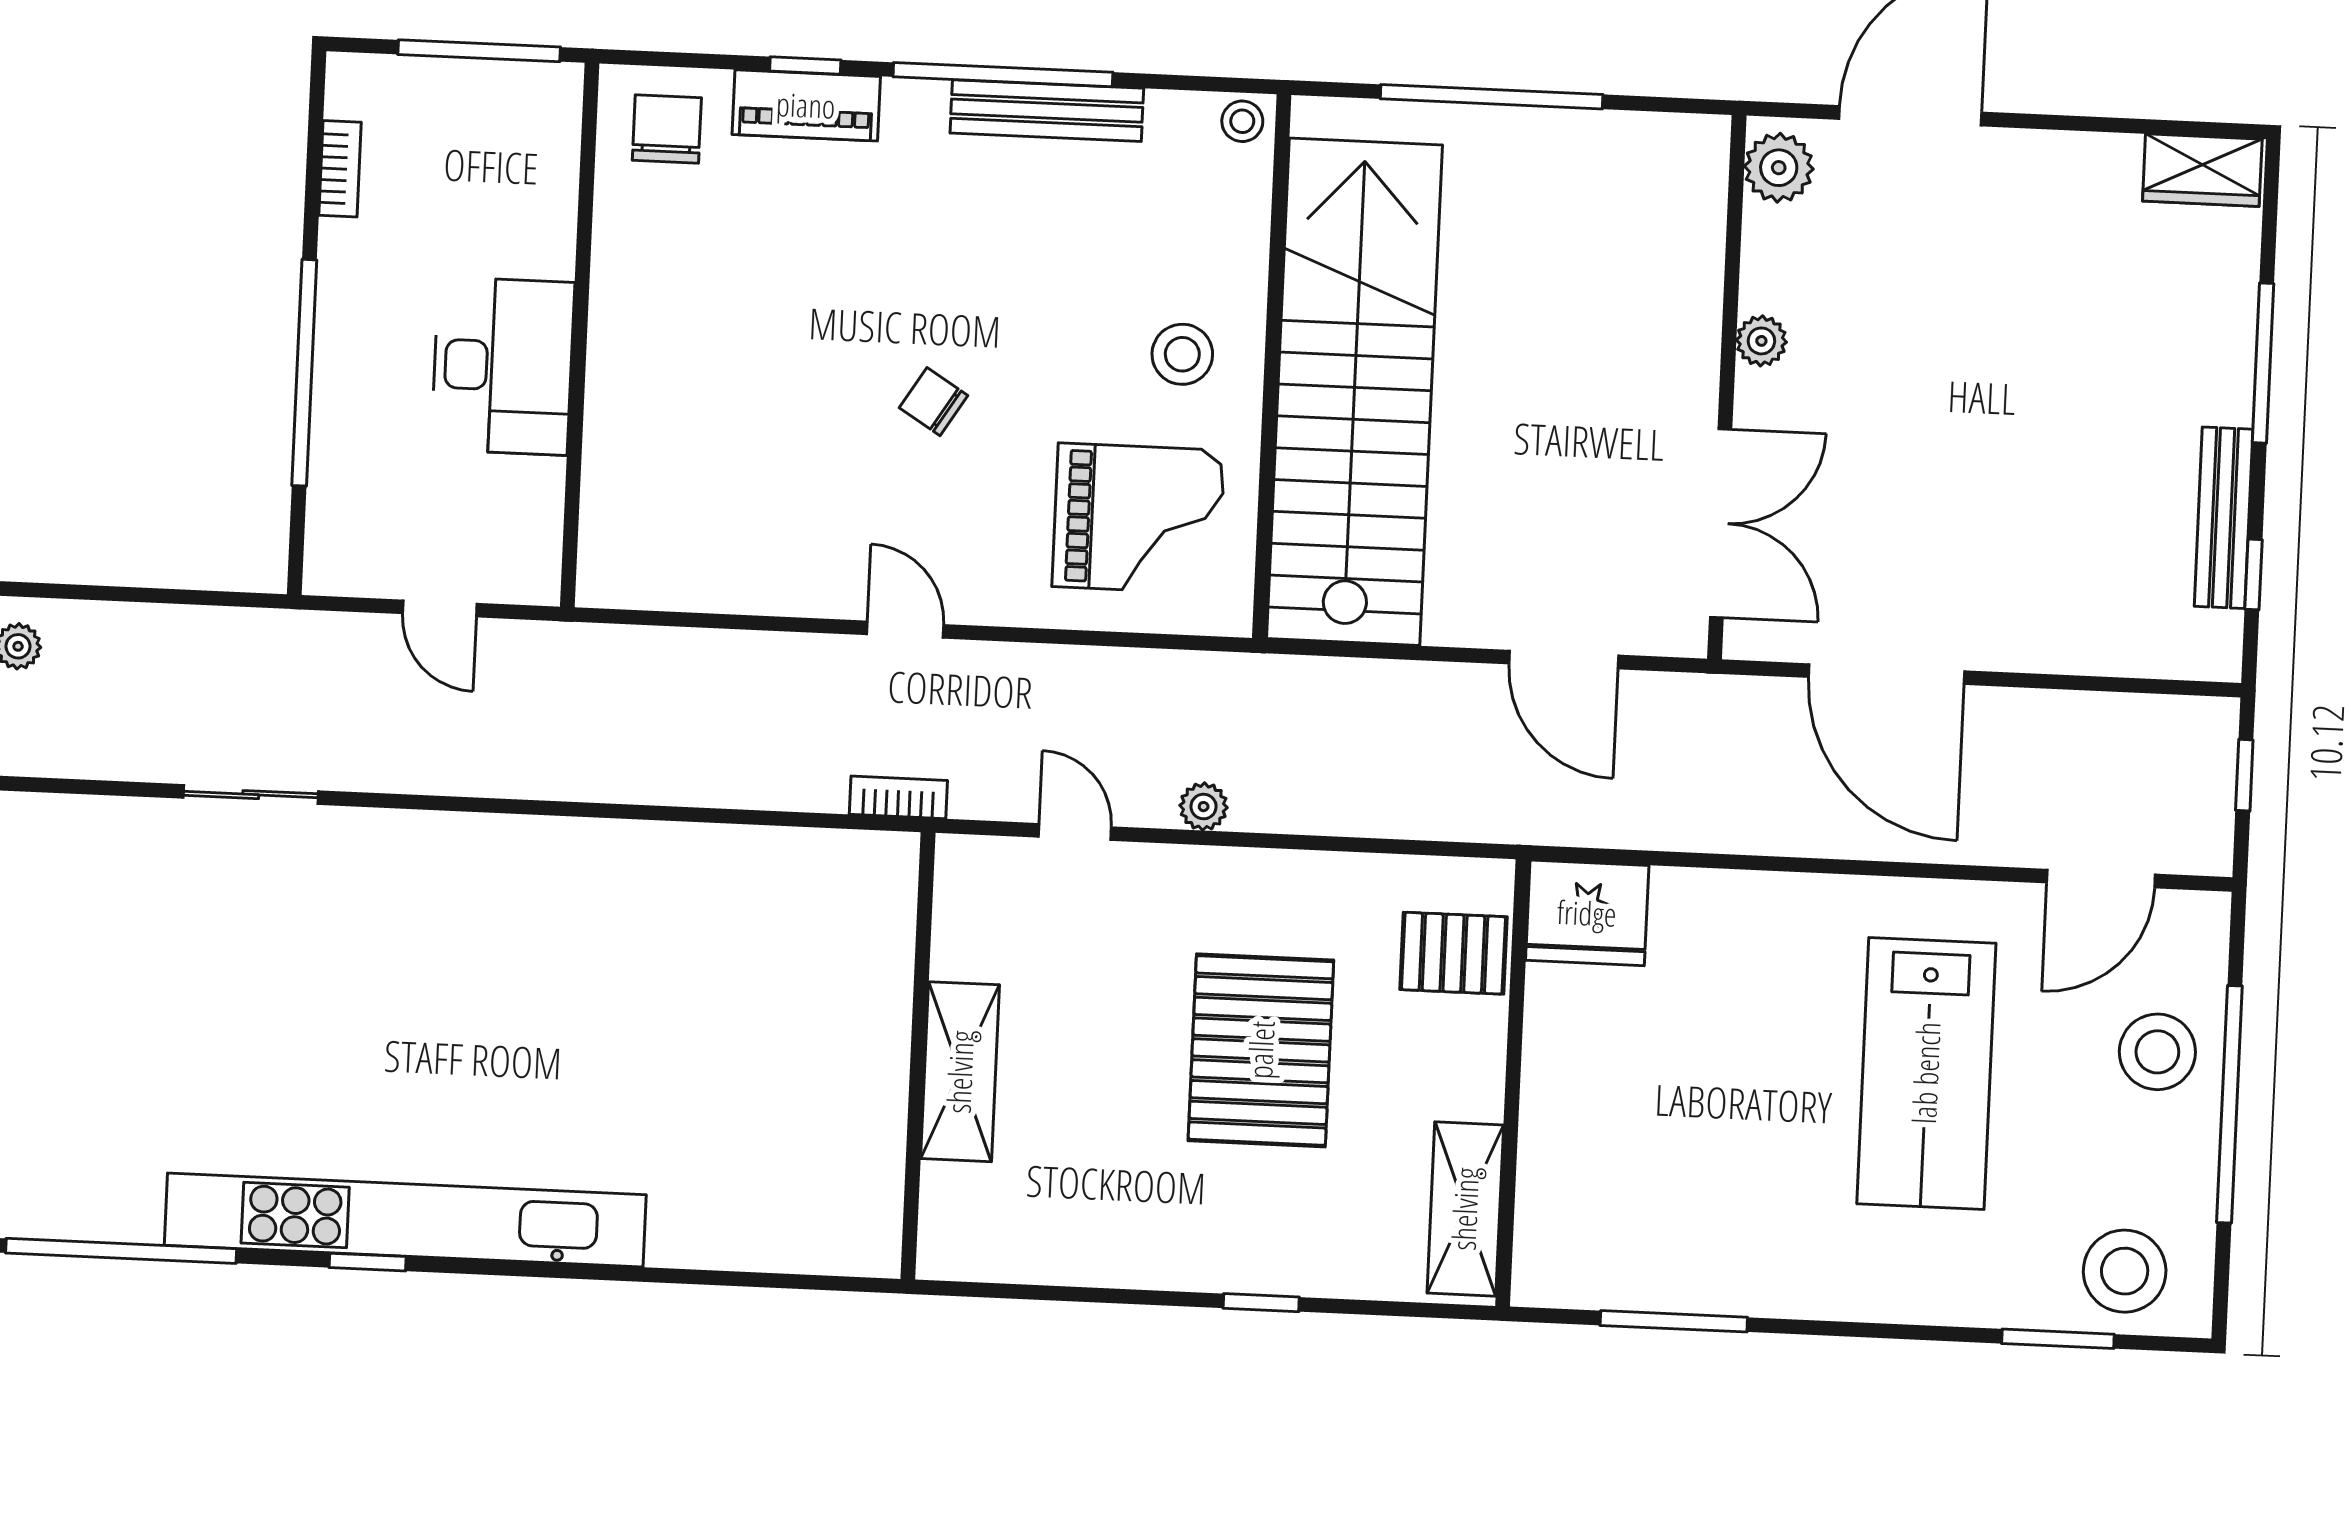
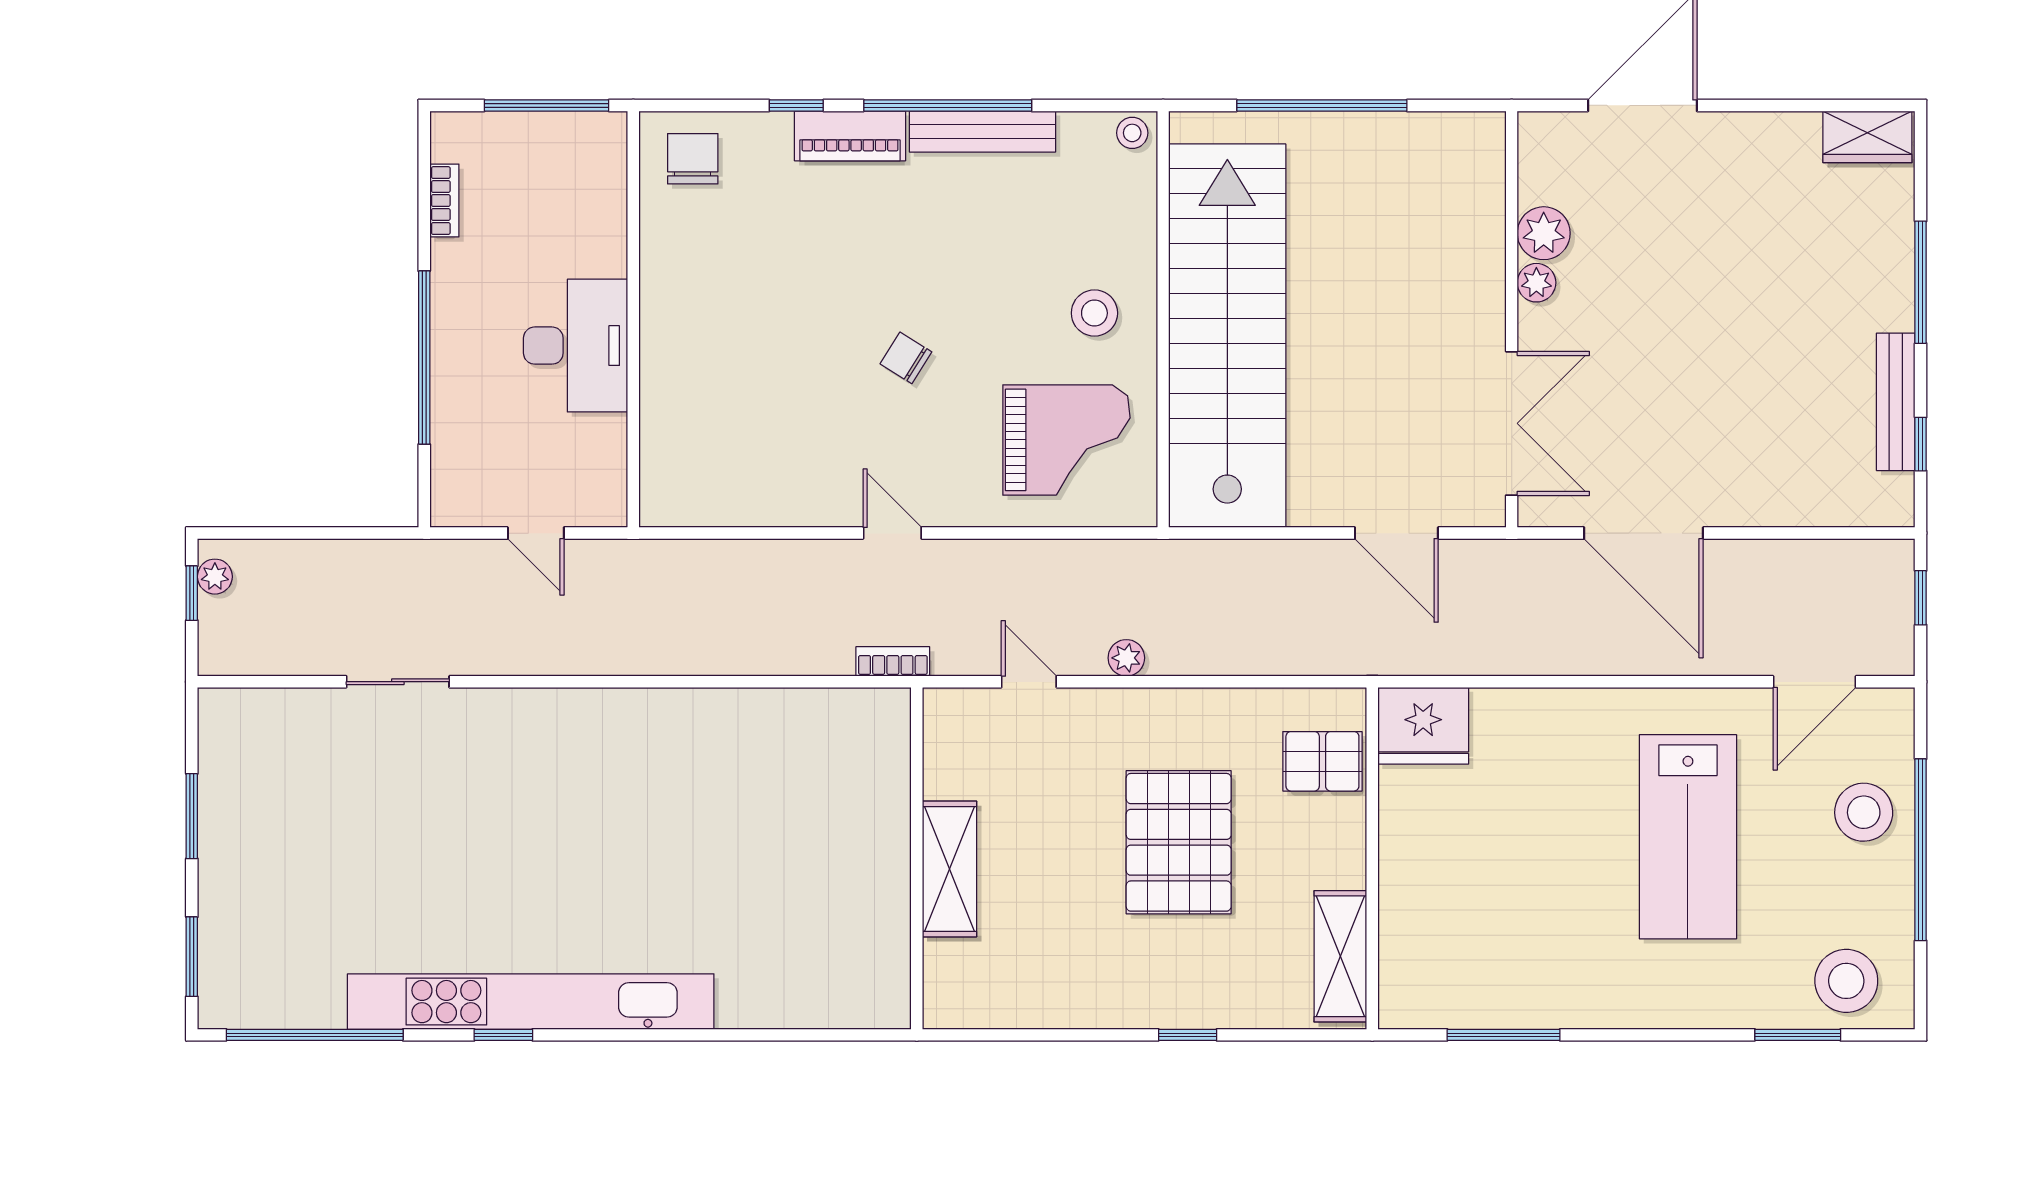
piano: (806, 105) -> (850, 136), moved
plant: (1779, 168) -> (1544, 233), moved

